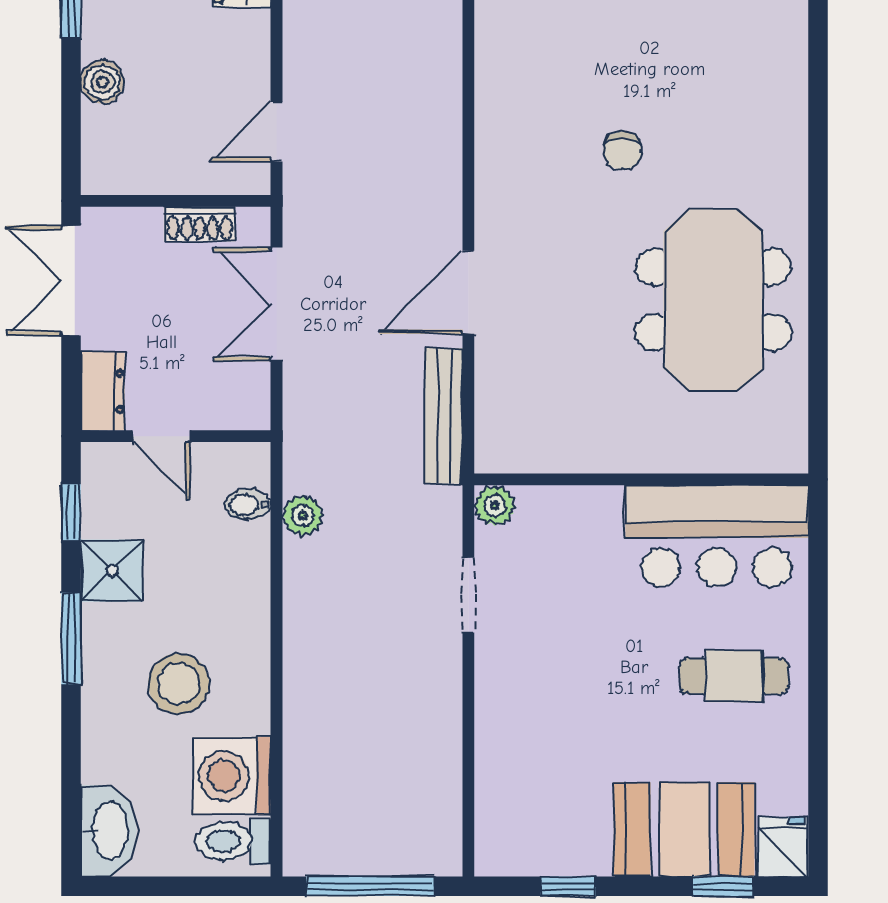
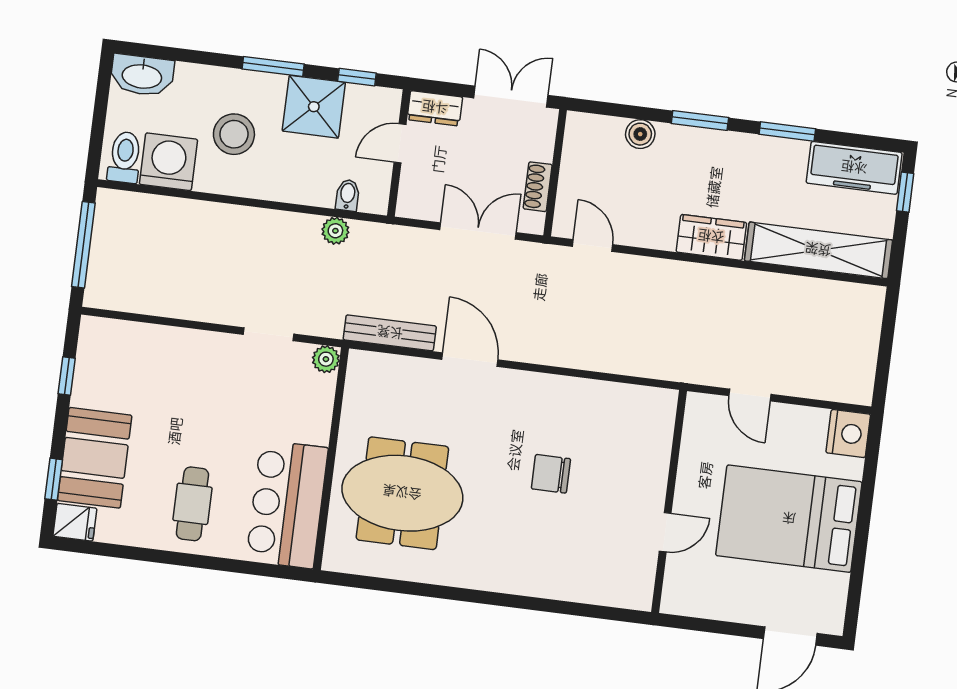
chair: (622, 151) -> (551, 474), width x1.37, depth x1.37
meeting table: (713, 300) -> (402, 493), moved
shower: (112, 571) -> (314, 107), width x1.36, depth x1.36

